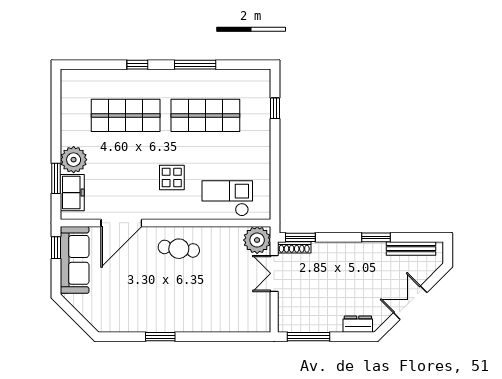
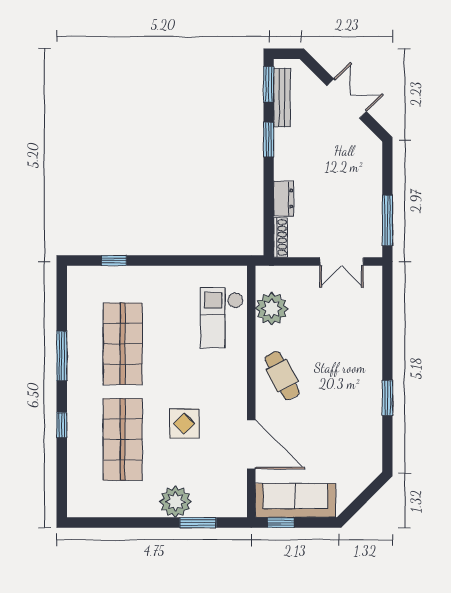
display table: (172, 177) -> (184, 424), moved
freezer: (72, 193) -> (215, 503), removed
window: (300, 237) -> (269, 84), moved
plant: (257, 240) -> (272, 309), moved
cafe table: (179, 249) -> (282, 376), turned -34
double door: (274, 273) -> (342, 262), moved
double door: (410, 303) -> (347, 99), swing flipped
dresser: (358, 324) -> (284, 199), moved, turned 180

